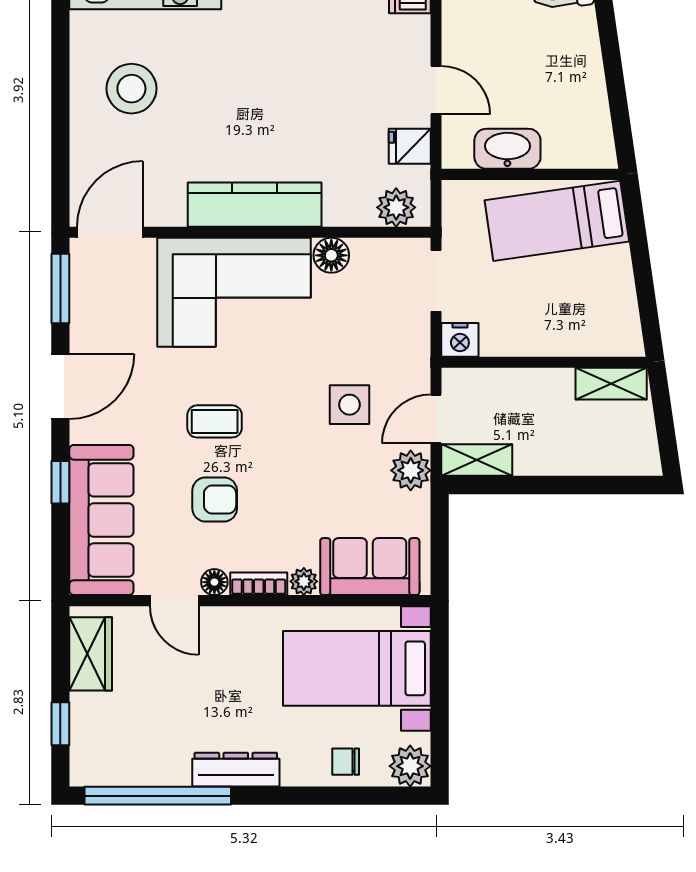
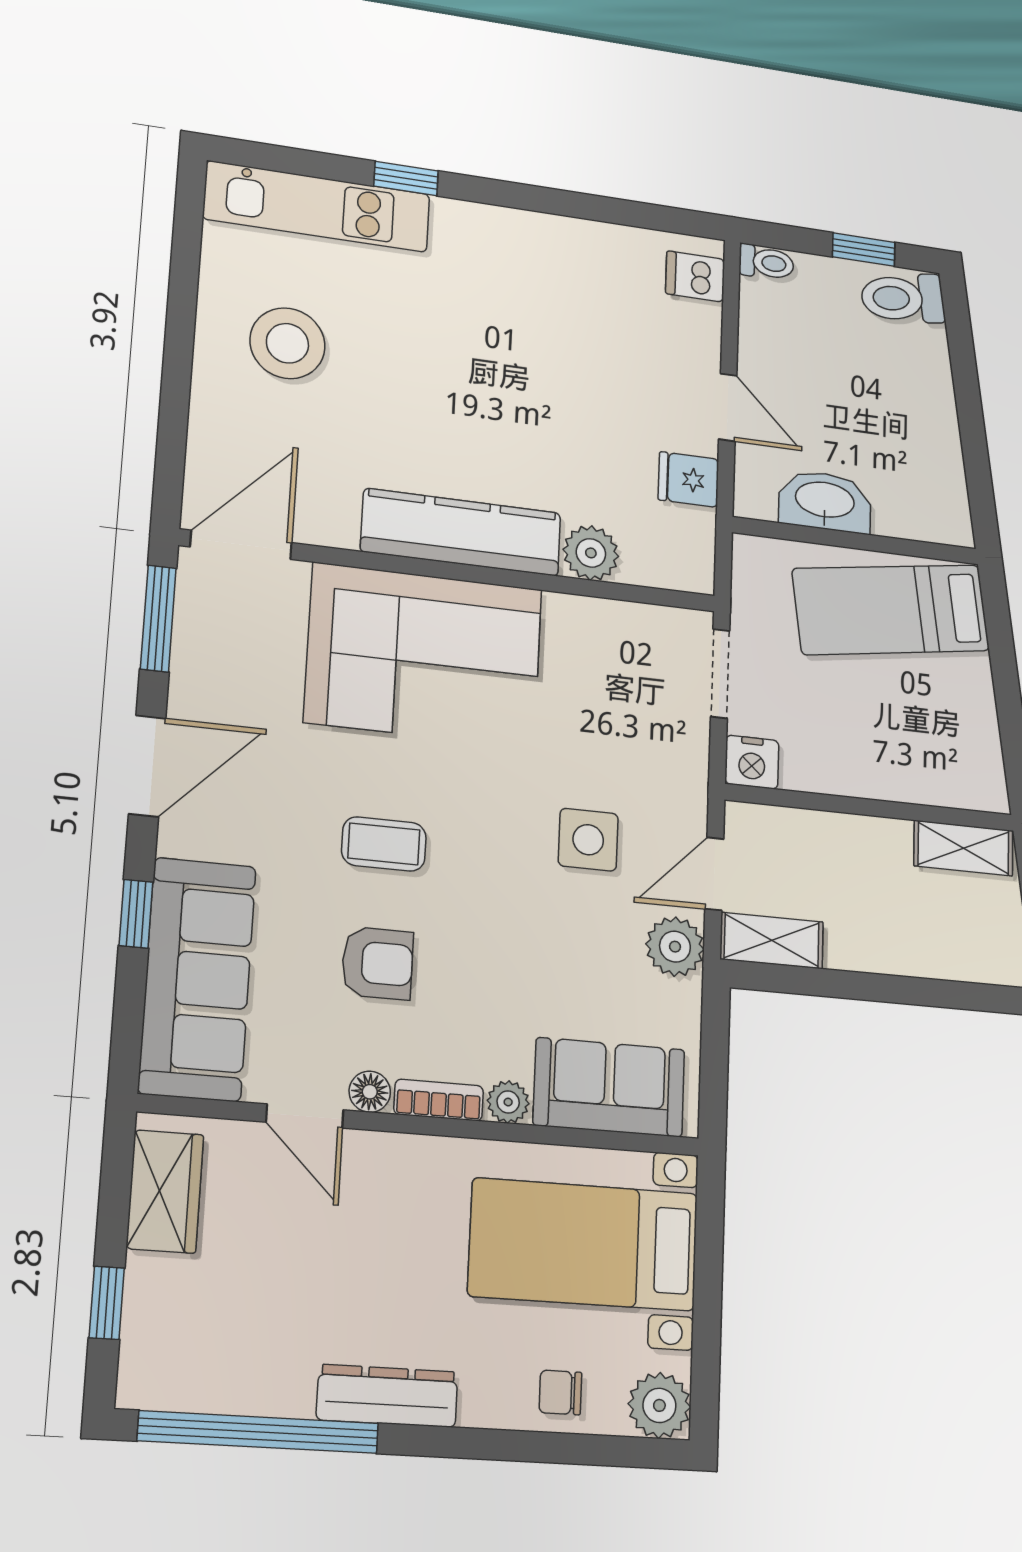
plant: (396, 207) -> (591, 553), moved
floor lamp: (331, 255) -> (570, 619), removed

